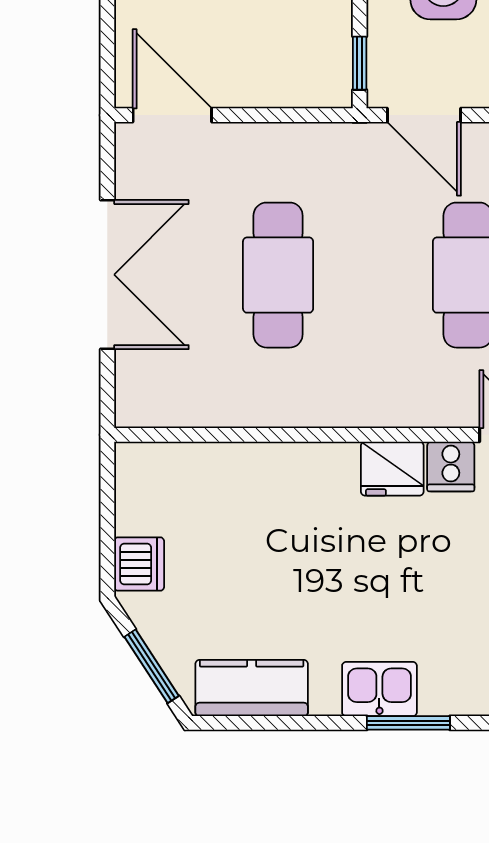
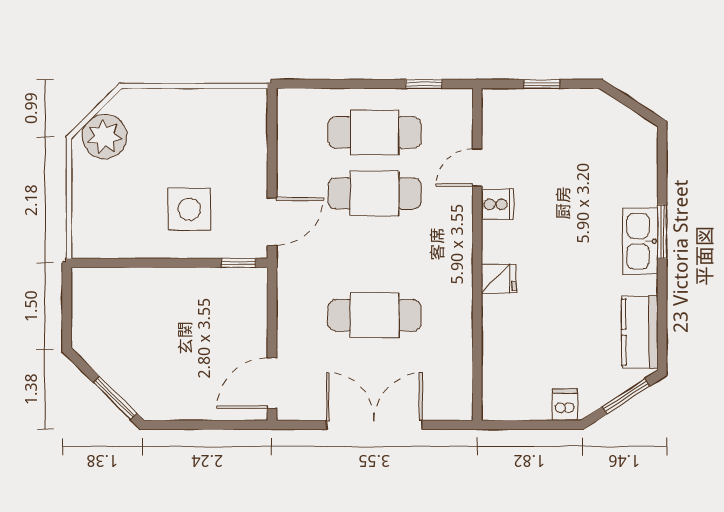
fridge: (392, 469) -> (499, 278), moved, width x0.72
dishwasher: (139, 564) -> (565, 404), width x0.73
kitchen sink: (379, 689) -> (640, 241), width x1.38

